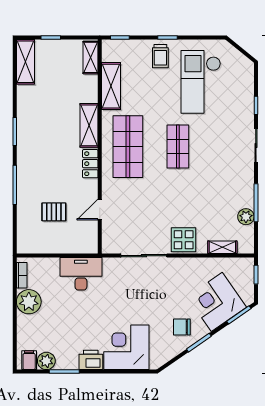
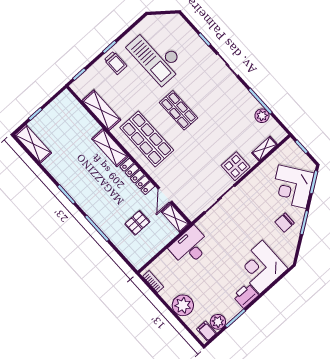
shelving: (91, 57) -> (175, 218), moved
locker: (90, 164) -> (137, 176), width x1.53
plant: (29, 302) -> (183, 305), moved

